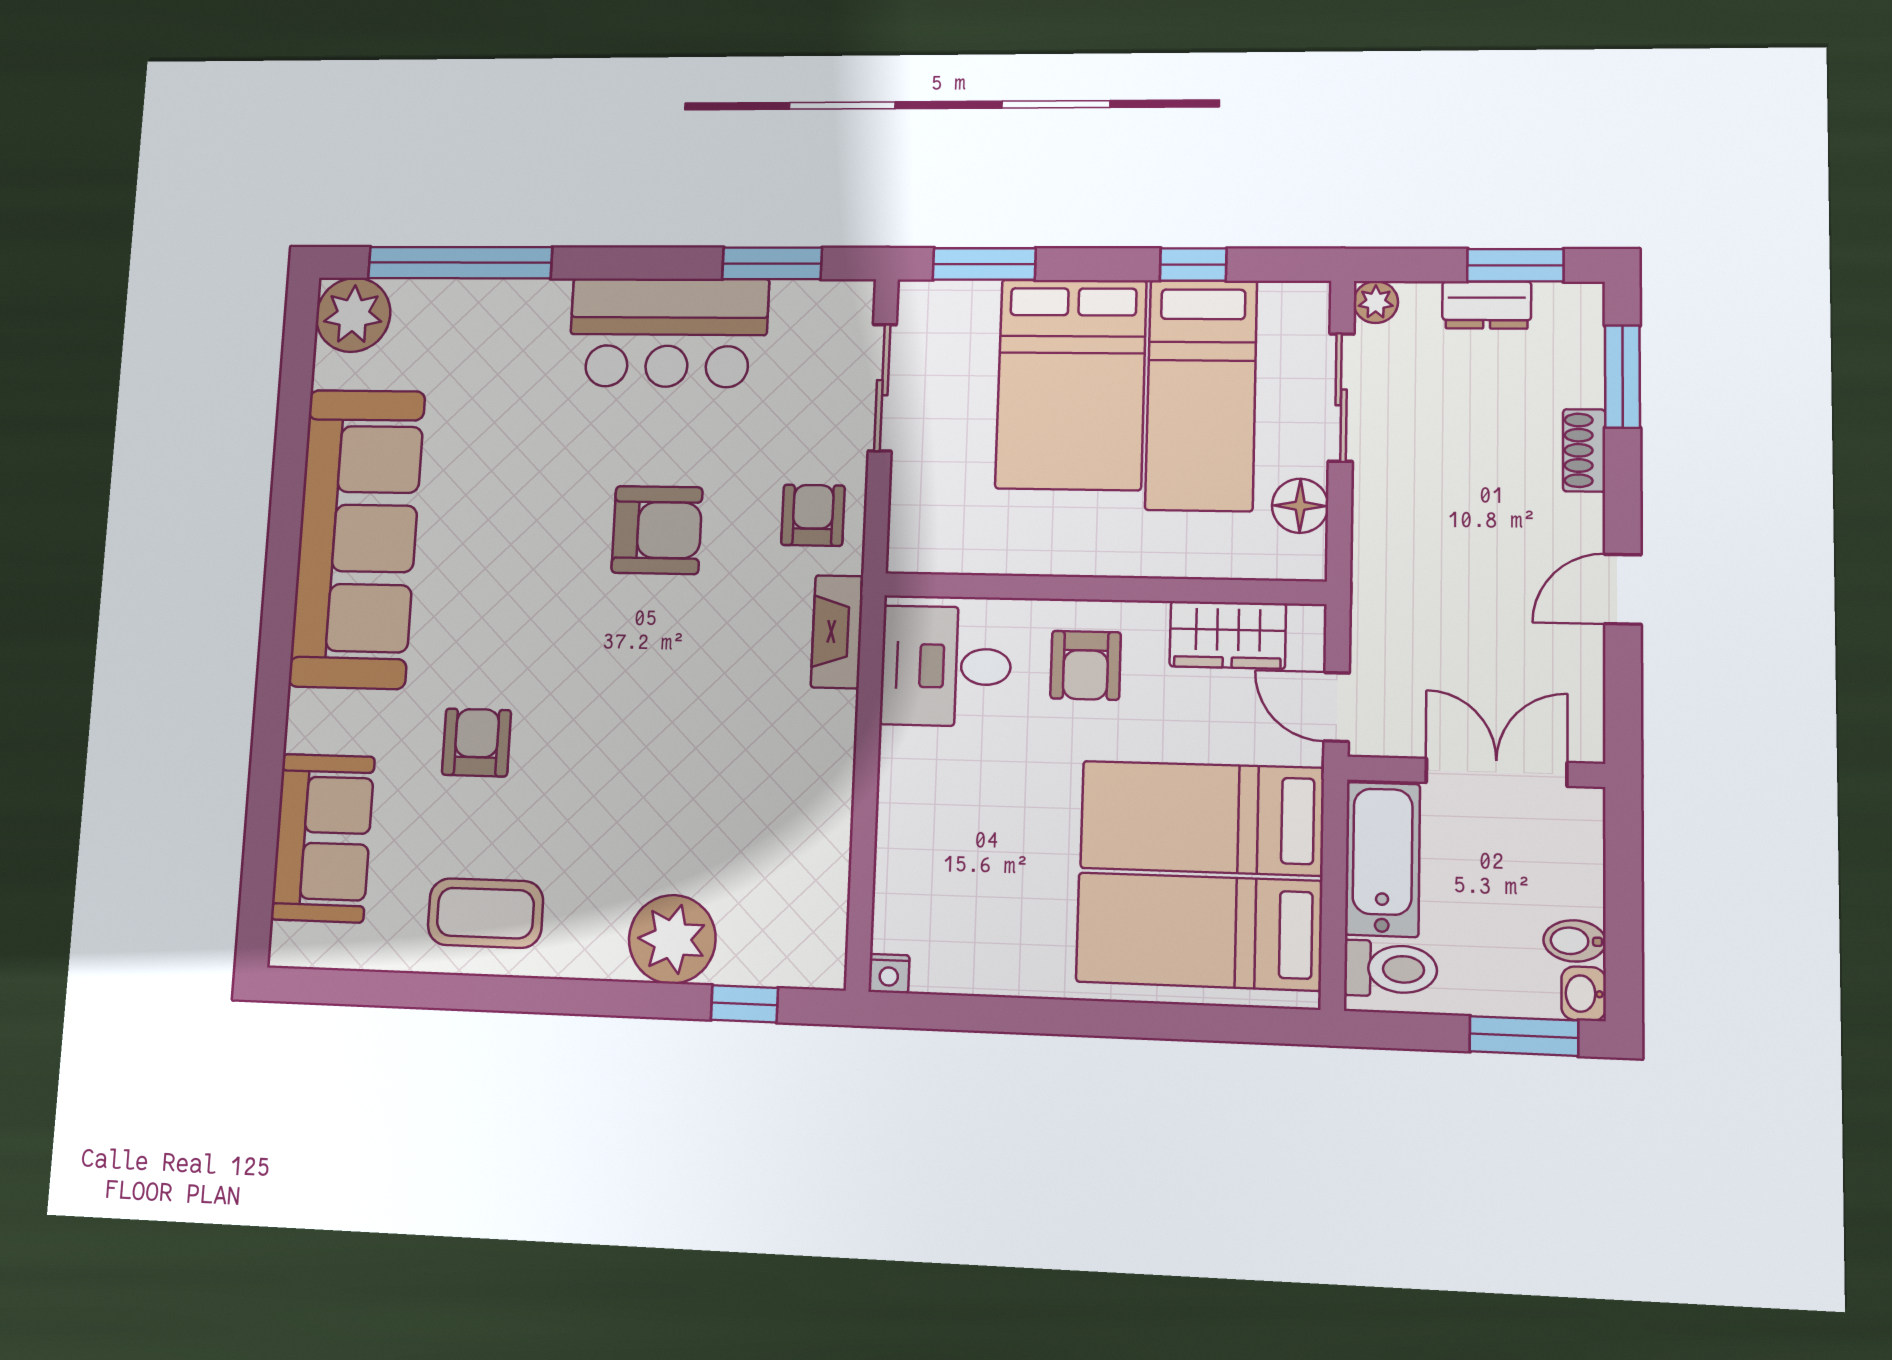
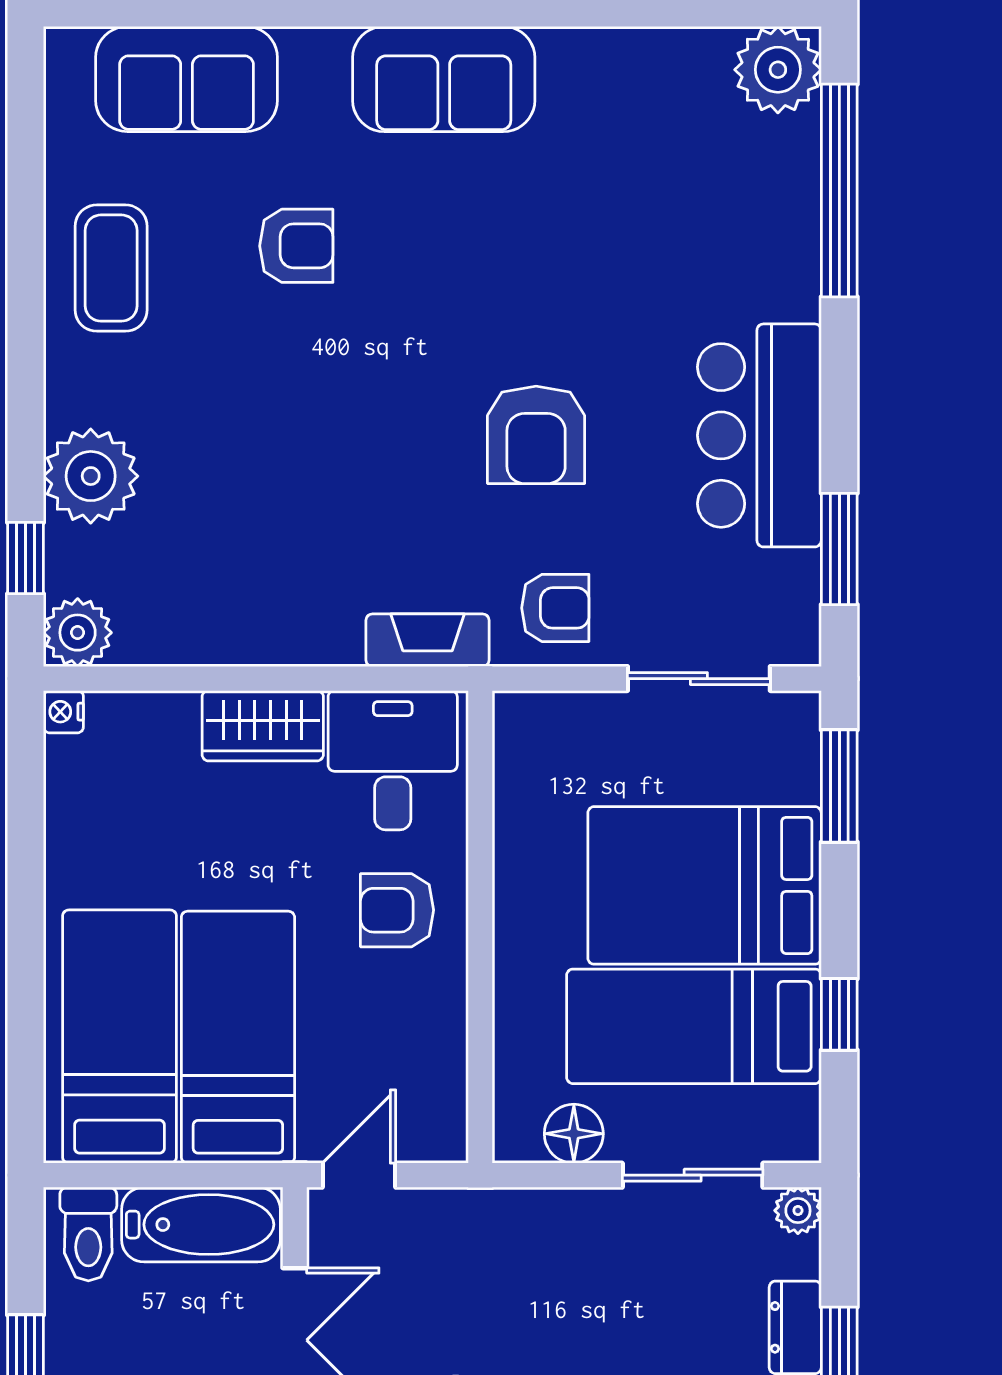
sofa: (357, 538) -> (444, 79), width x0.54, depth x0.79
wardrobe: (1228, 635) -> (263, 726), moved, turned -90
plant: (816, 957) -> (78, 633), added

